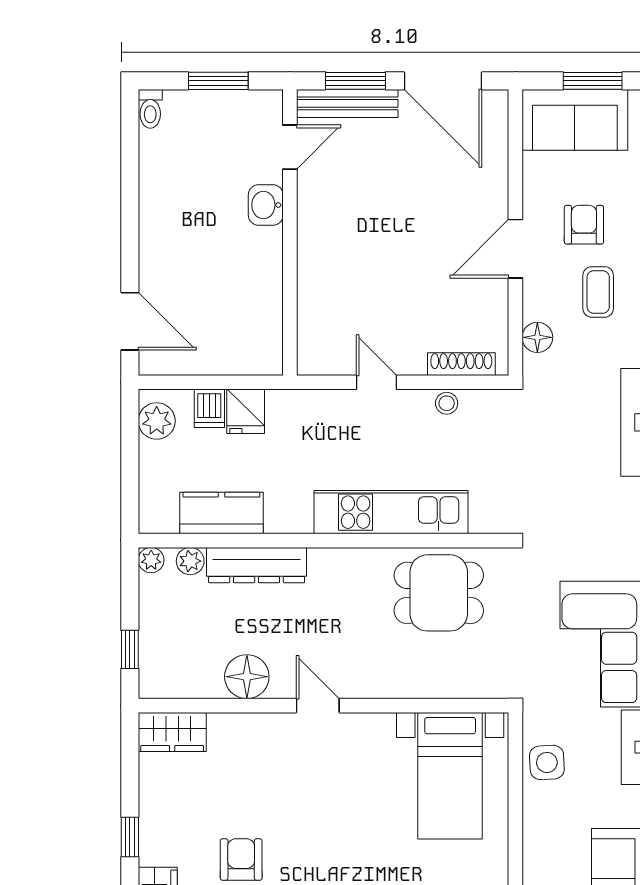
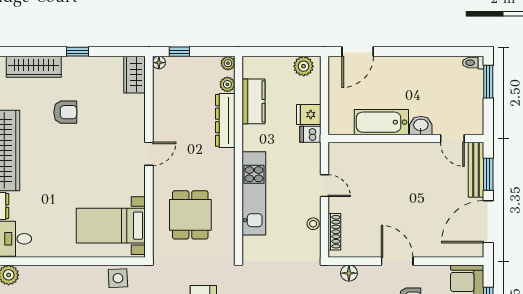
window: (218, 81) -> (488, 82), moved
bathtub: (260, 278) -> (381, 122), added
door: (377, 382) -> (325, 186), hinge flipped
dishwasher: (209, 408) -> (310, 134), moved
dining table: (439, 593) -> (190, 215), moved
floor lamp: (247, 677) -> (159, 63), moved, width x0.53, depth x0.53

